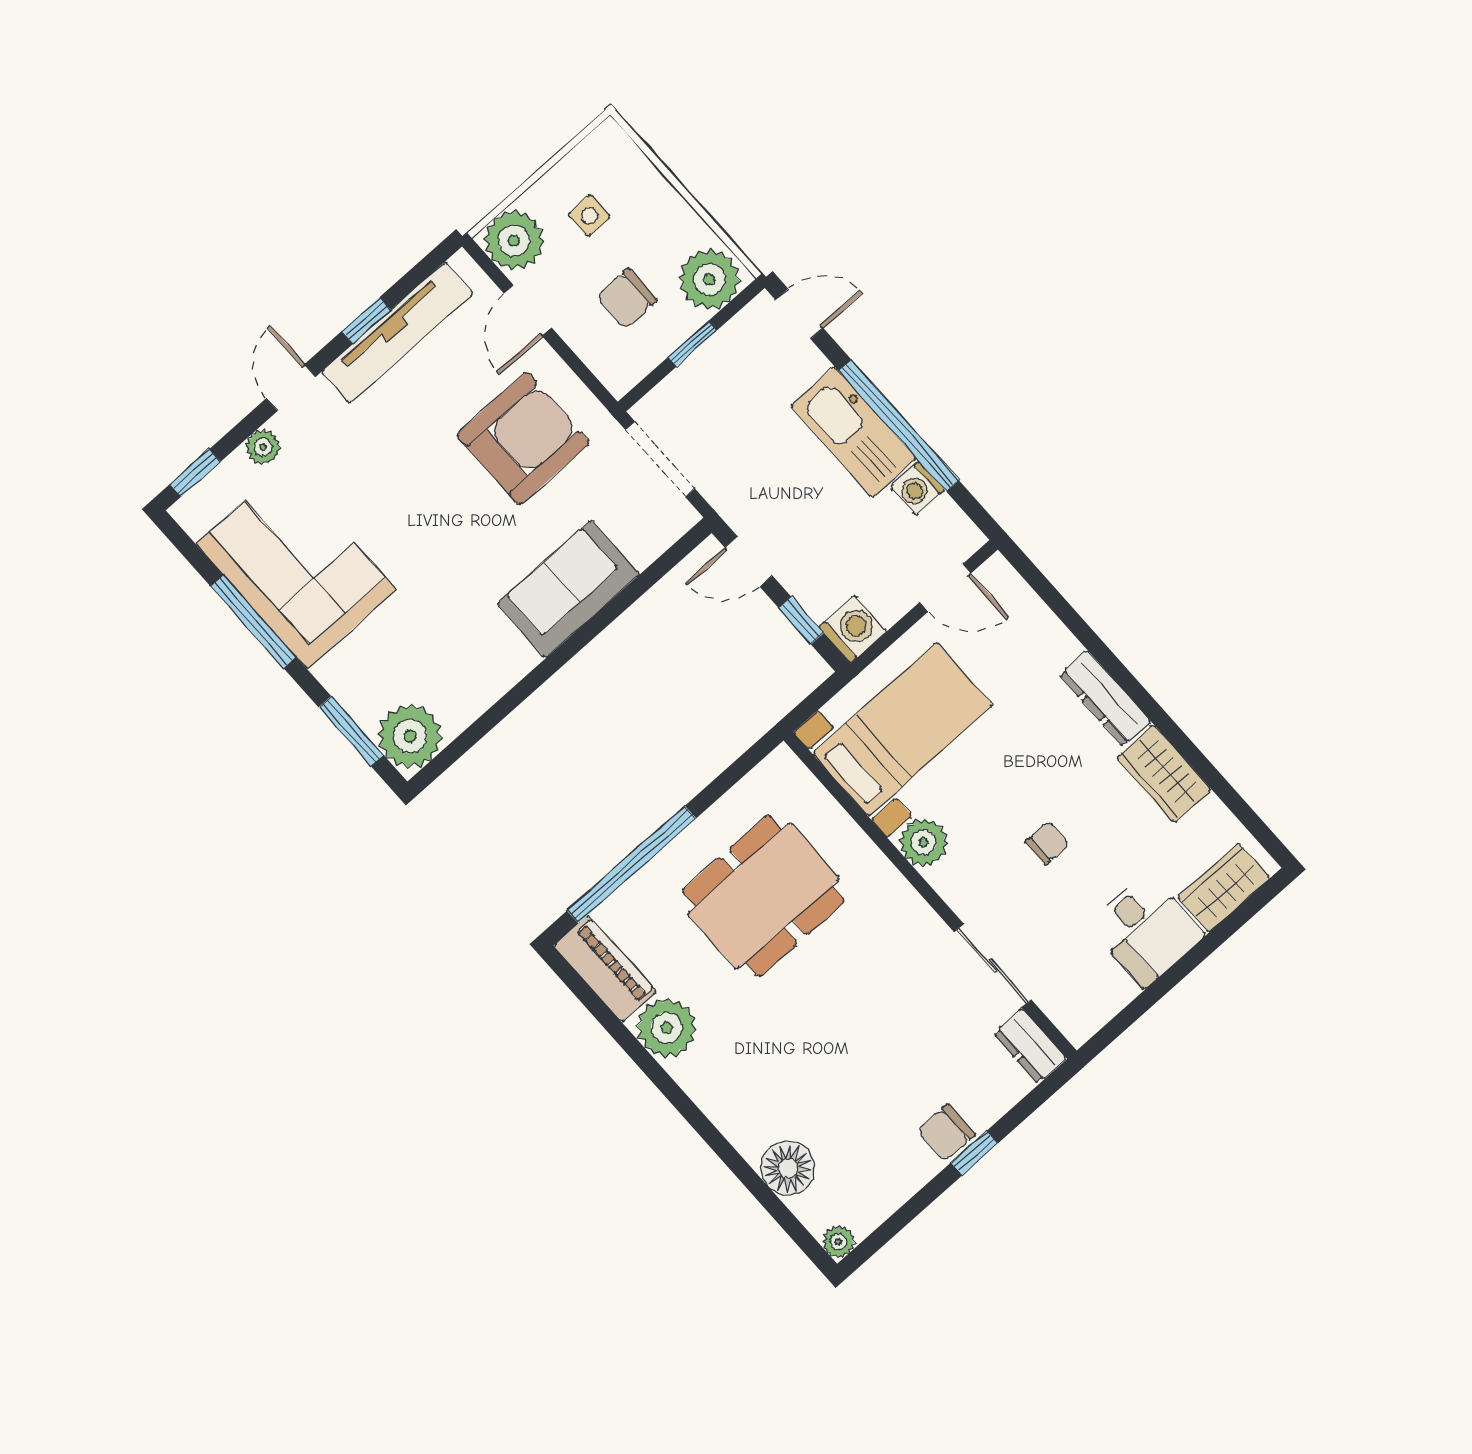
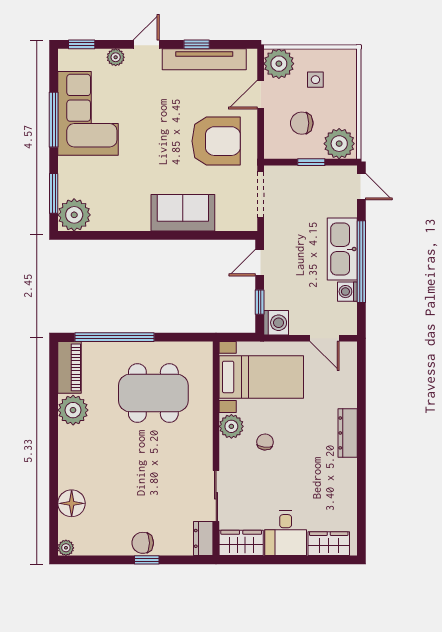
door: (749, 562) -> (260, 263), hinge flipped
wardrobe: (1164, 774) -> (241, 543), moved, turned 90
chair: (1047, 843) -> (265, 442), moved, turned -84

